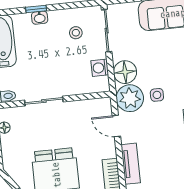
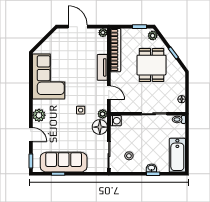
washing machine: (100, 68) -> (116, 121), moved
plant: (130, 98) -> (103, 114), width x0.53, depth x0.53

